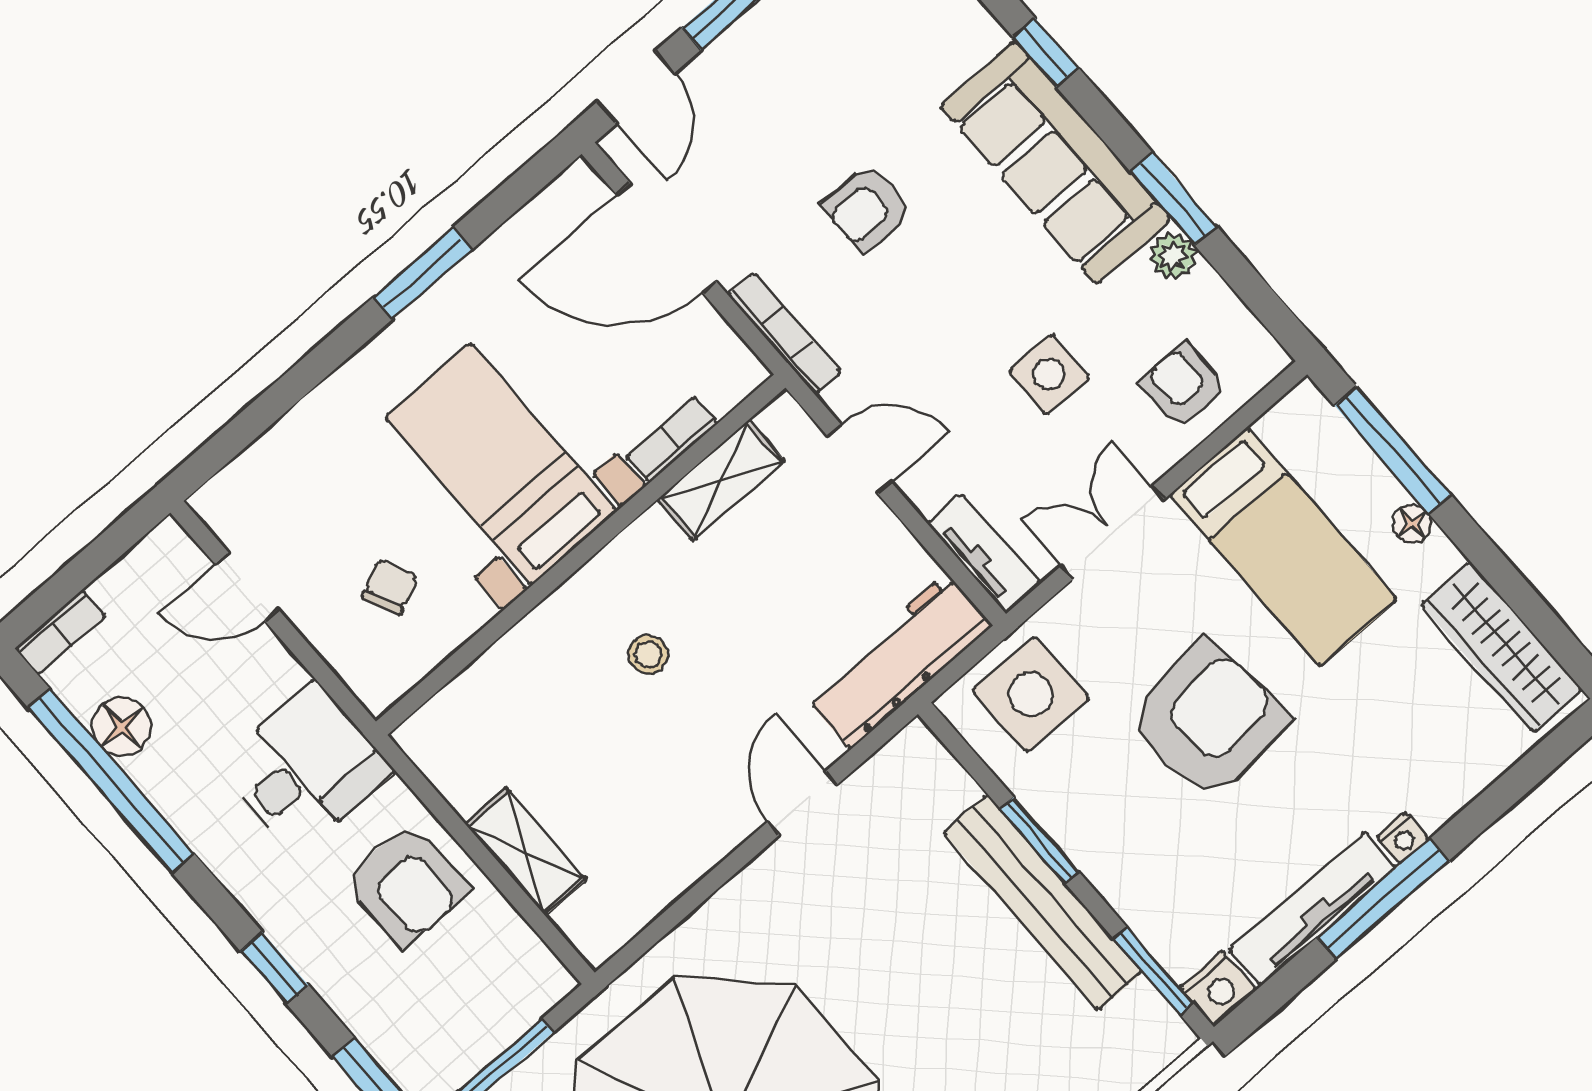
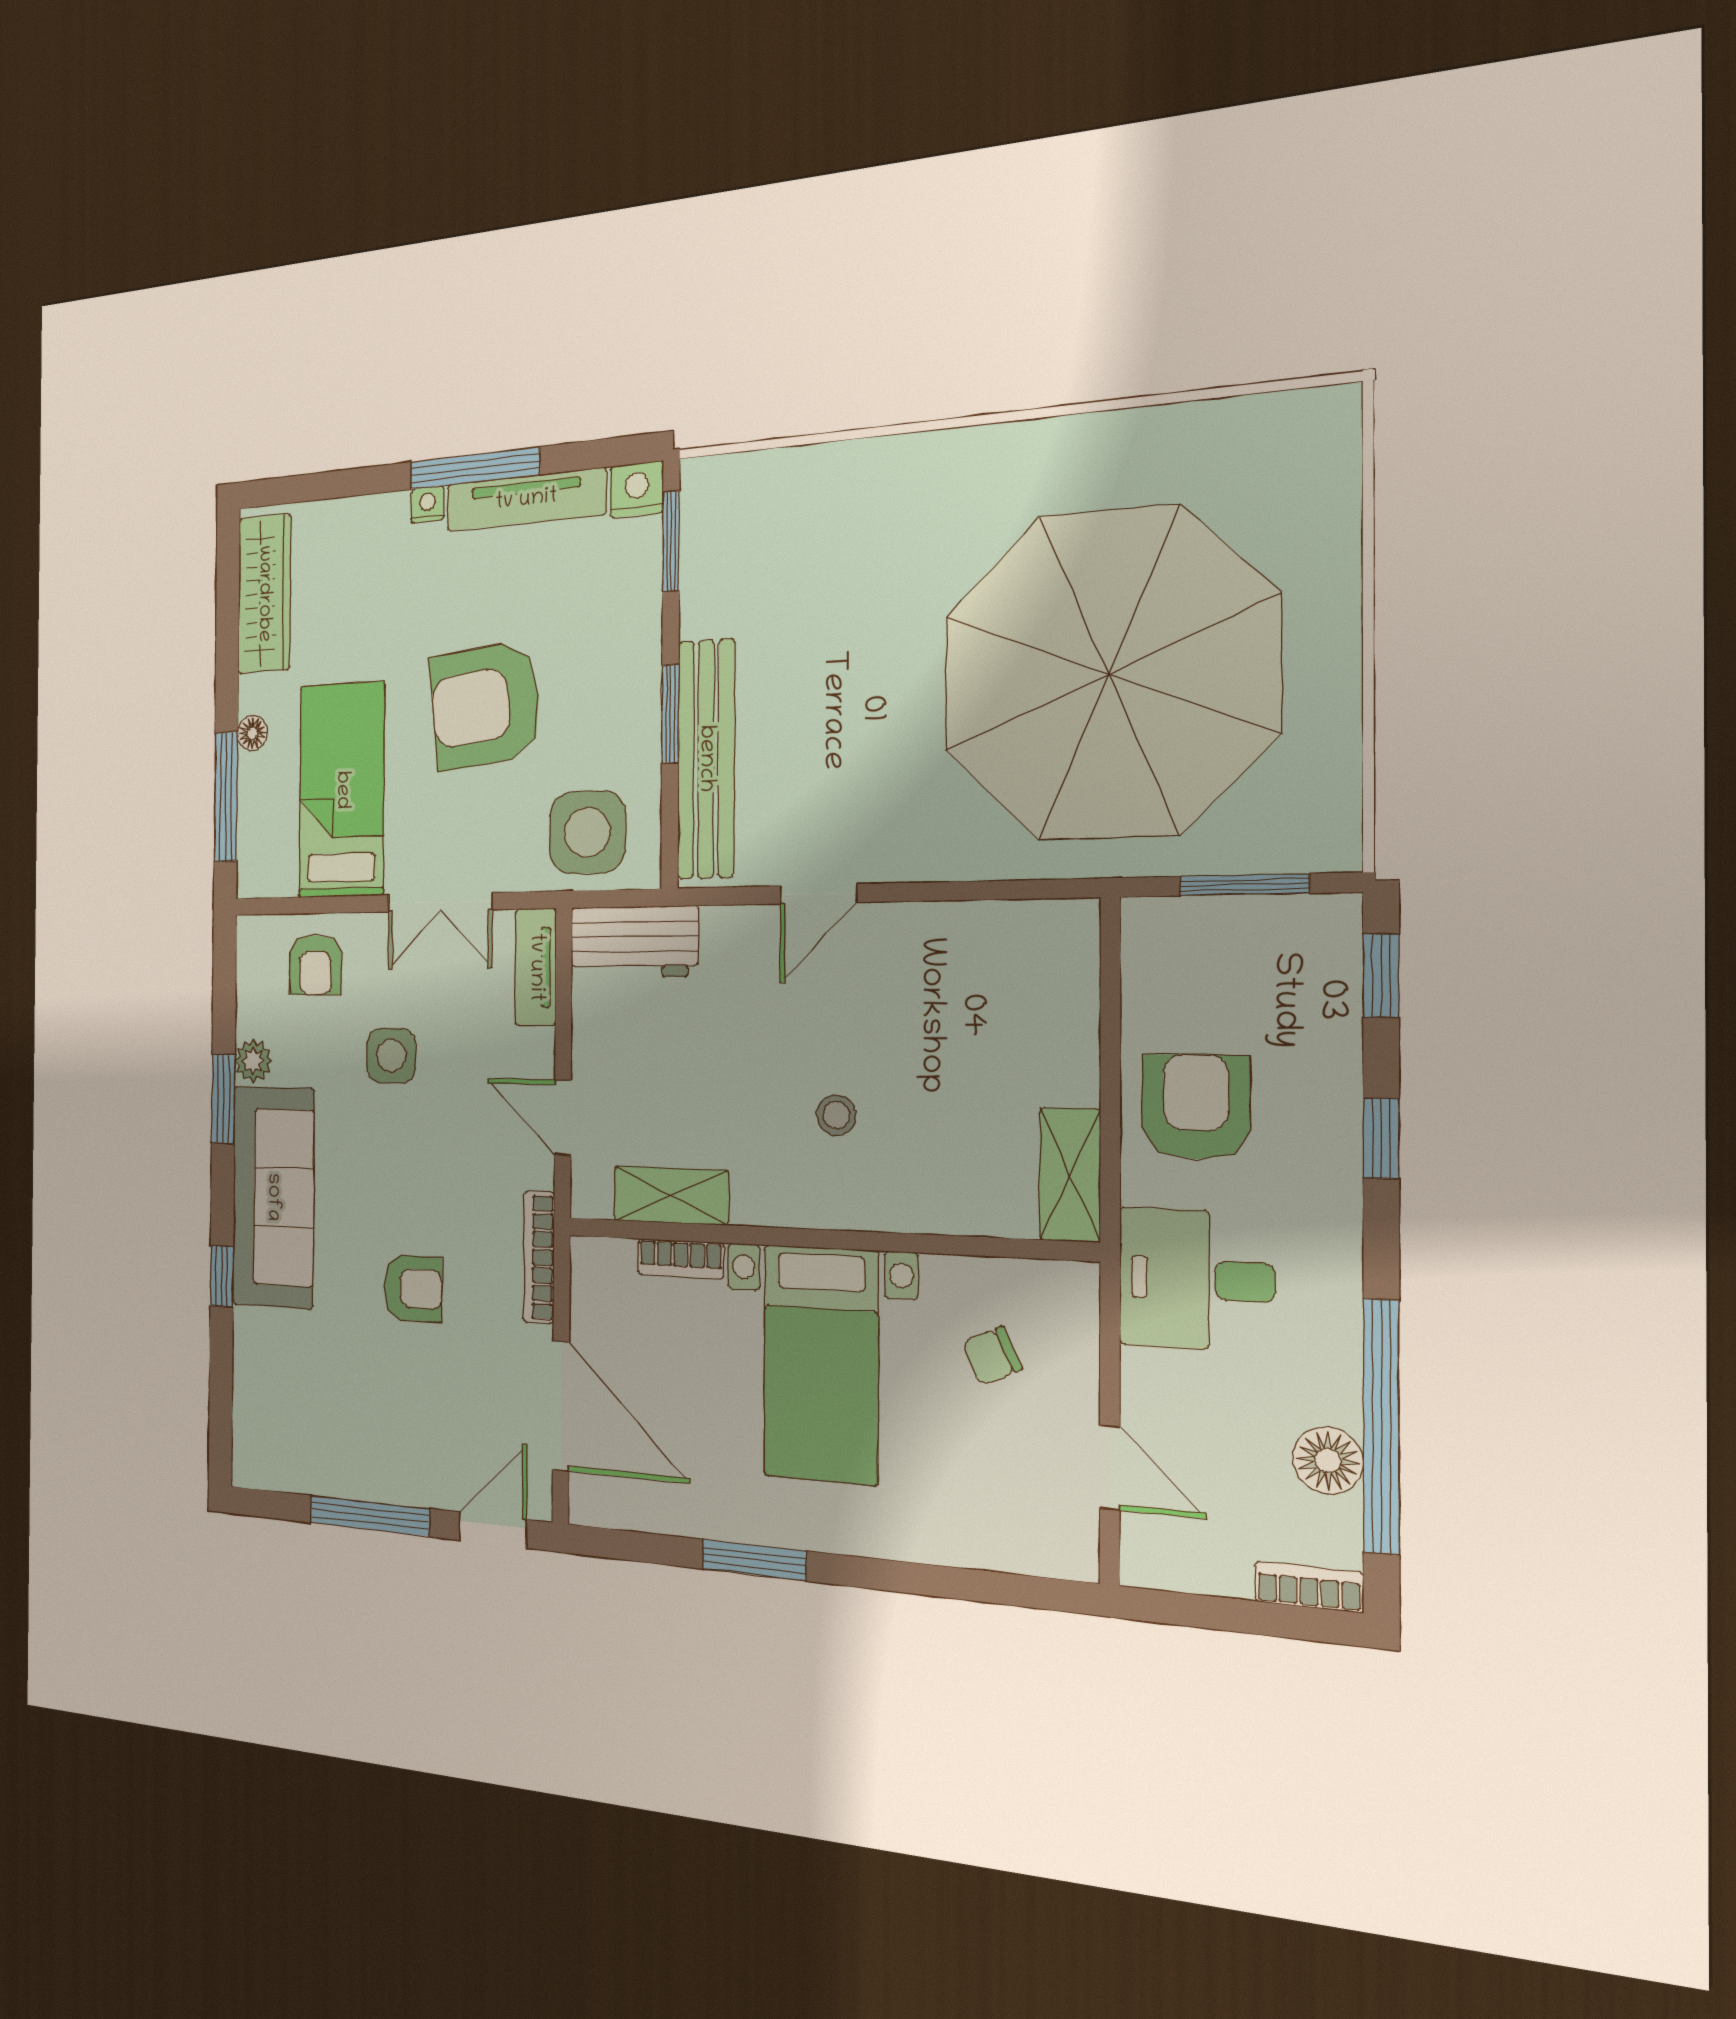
workbench: (898, 661) -> (634, 942), width x0.73
shelving: (526, 852) -> (1070, 1175), moved
bench: (1043, 902) -> (706, 759), moved

